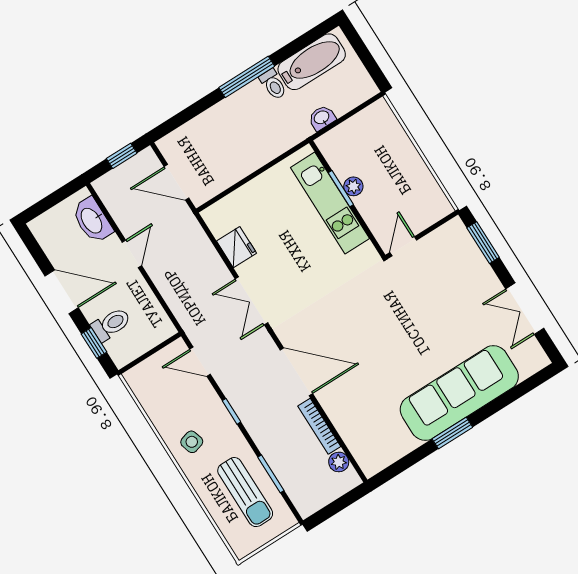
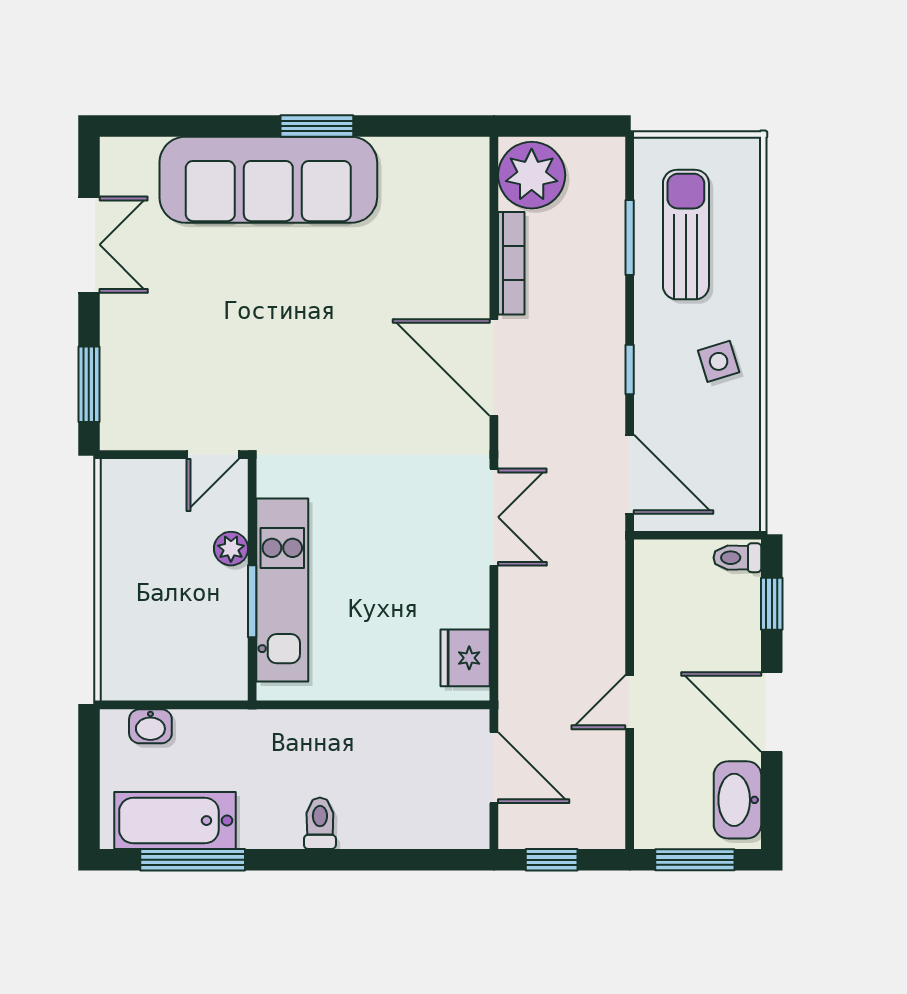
window: (247, 77) -> (193, 860), moved
toilet: (273, 84) -> (320, 823), moved
washbasin: (322, 118) -> (150, 726), moved
plant: (353, 186) -> (231, 549), moved
window: (54, 199) -> (695, 860), added
washbasin: (92, 220) -> (737, 800), moved, turned 180
fridge: (237, 247) -> (465, 658), moved
toilet: (111, 324) -> (737, 558), moved, width x0.73, depth x0.72
door: (200, 362) -> (630, 474), width x1.38
plant: (339, 462) -> (532, 175), width x1.87, depth x1.87

